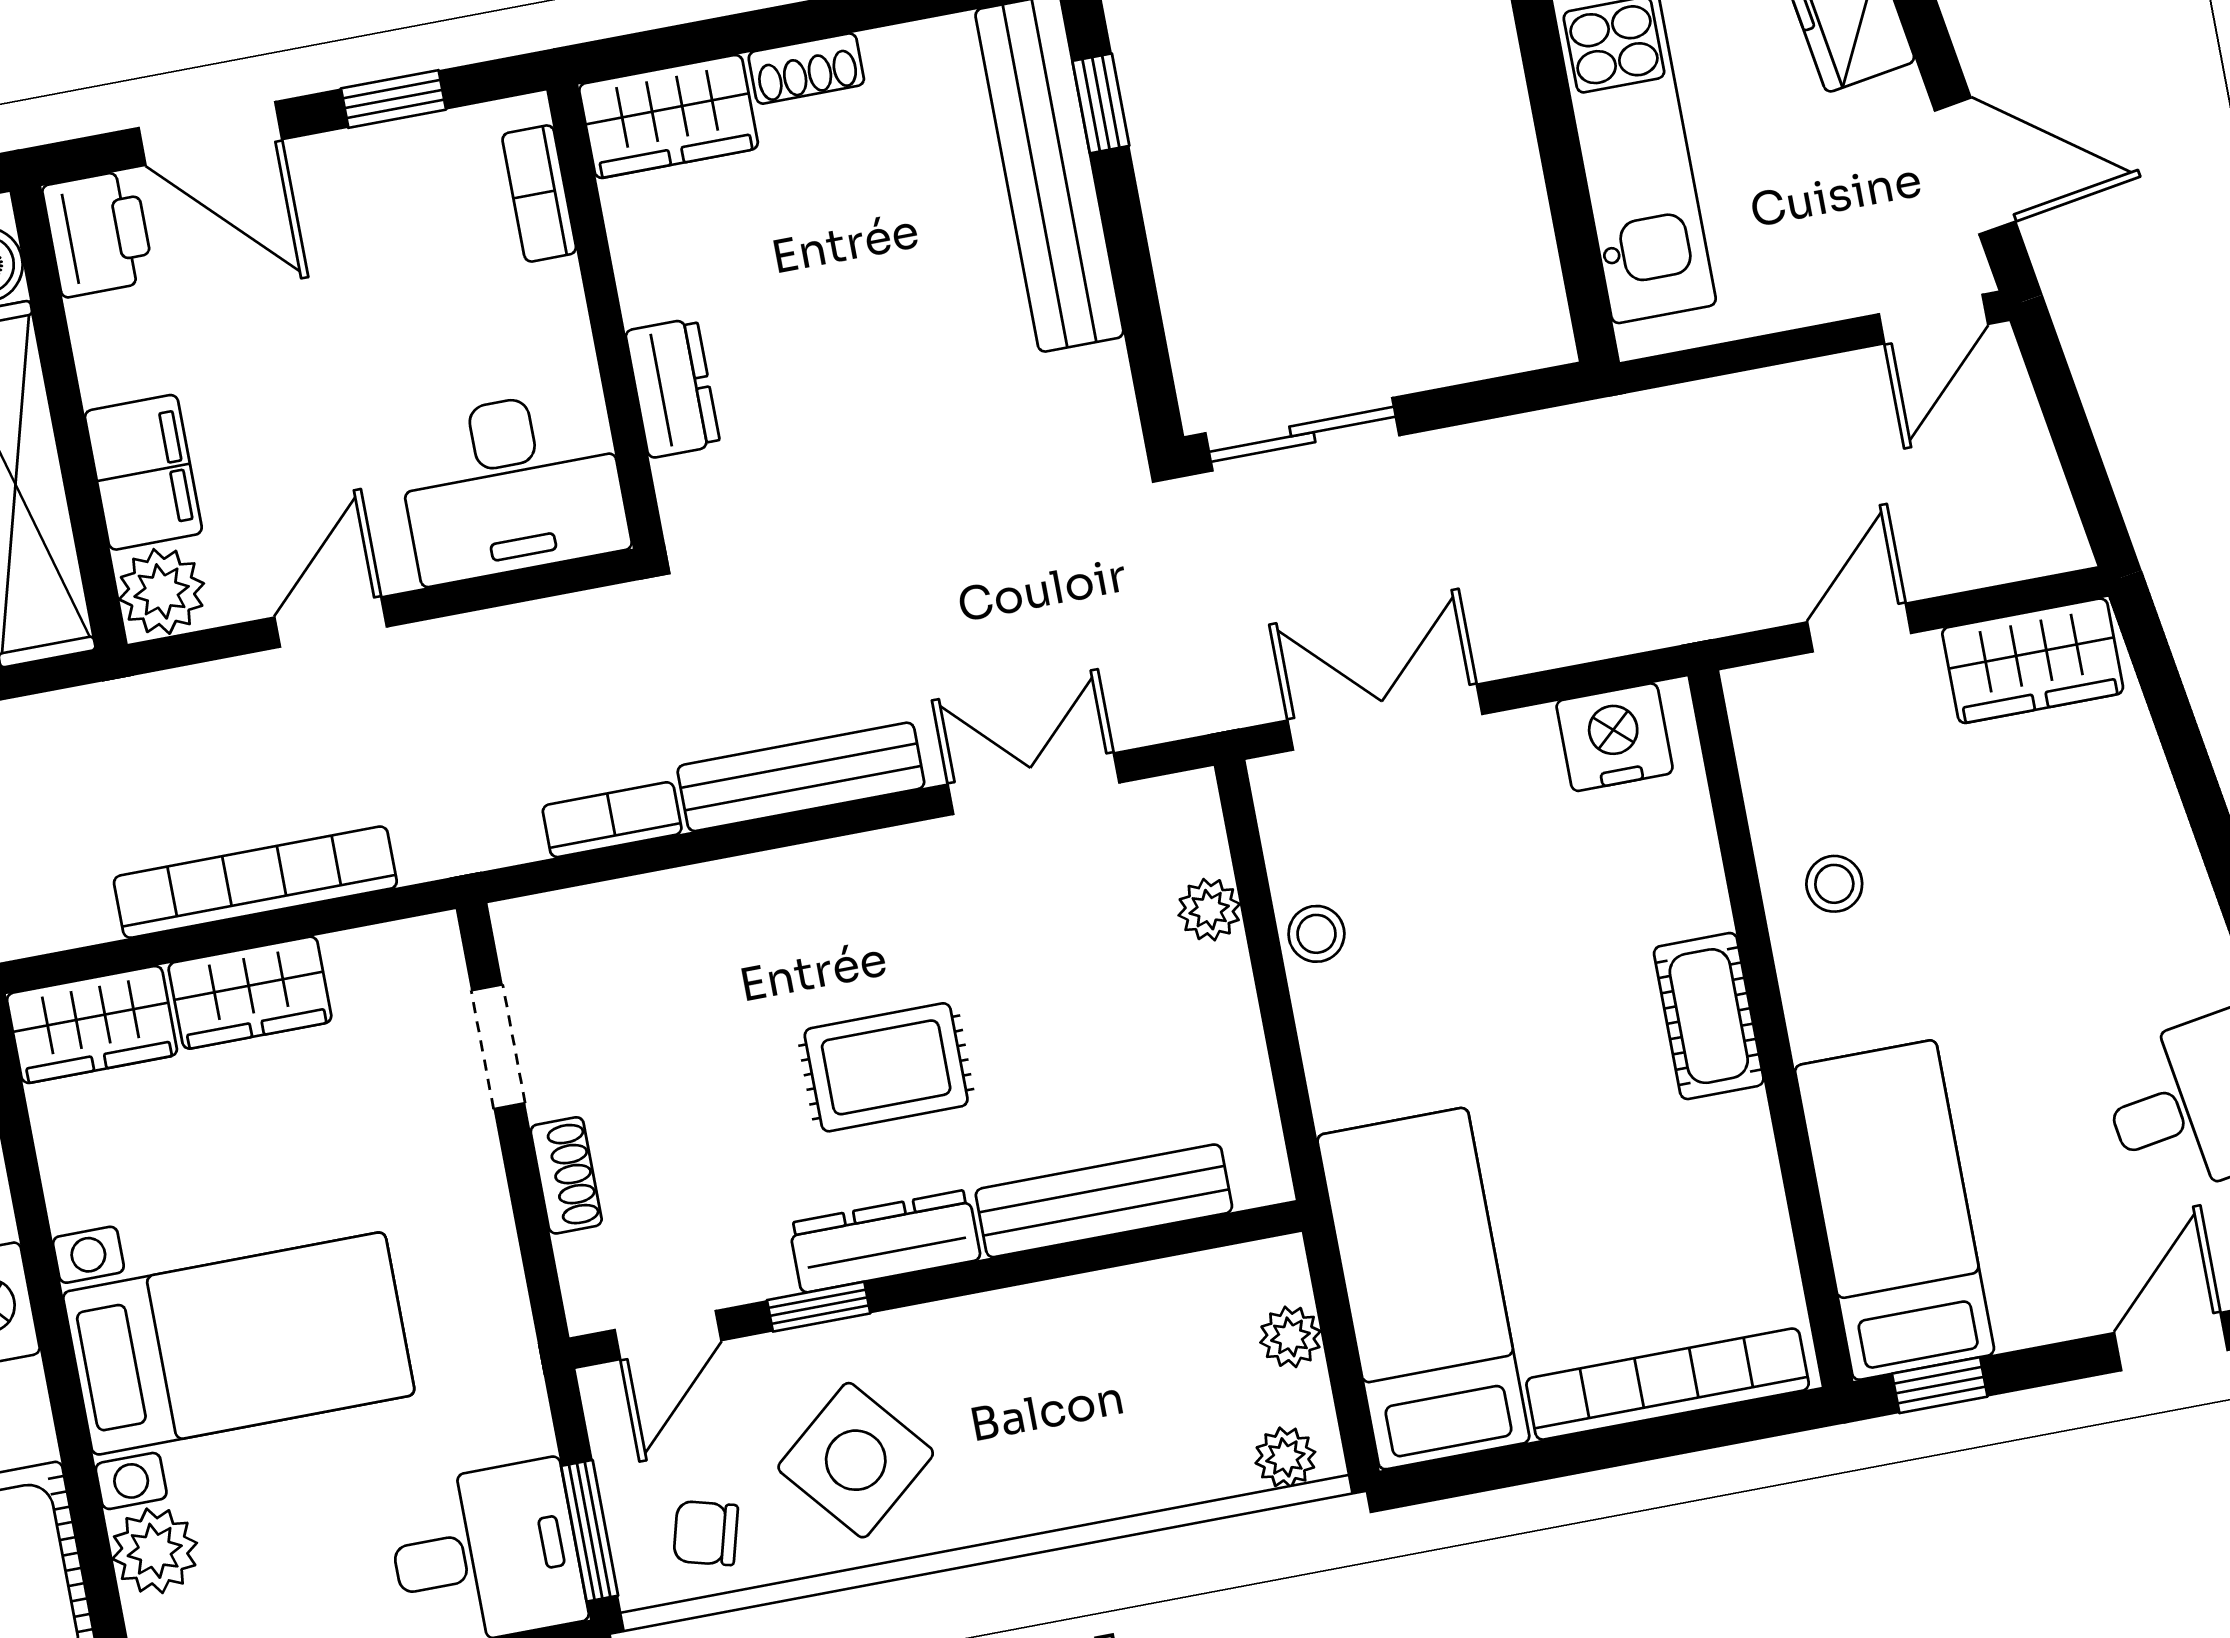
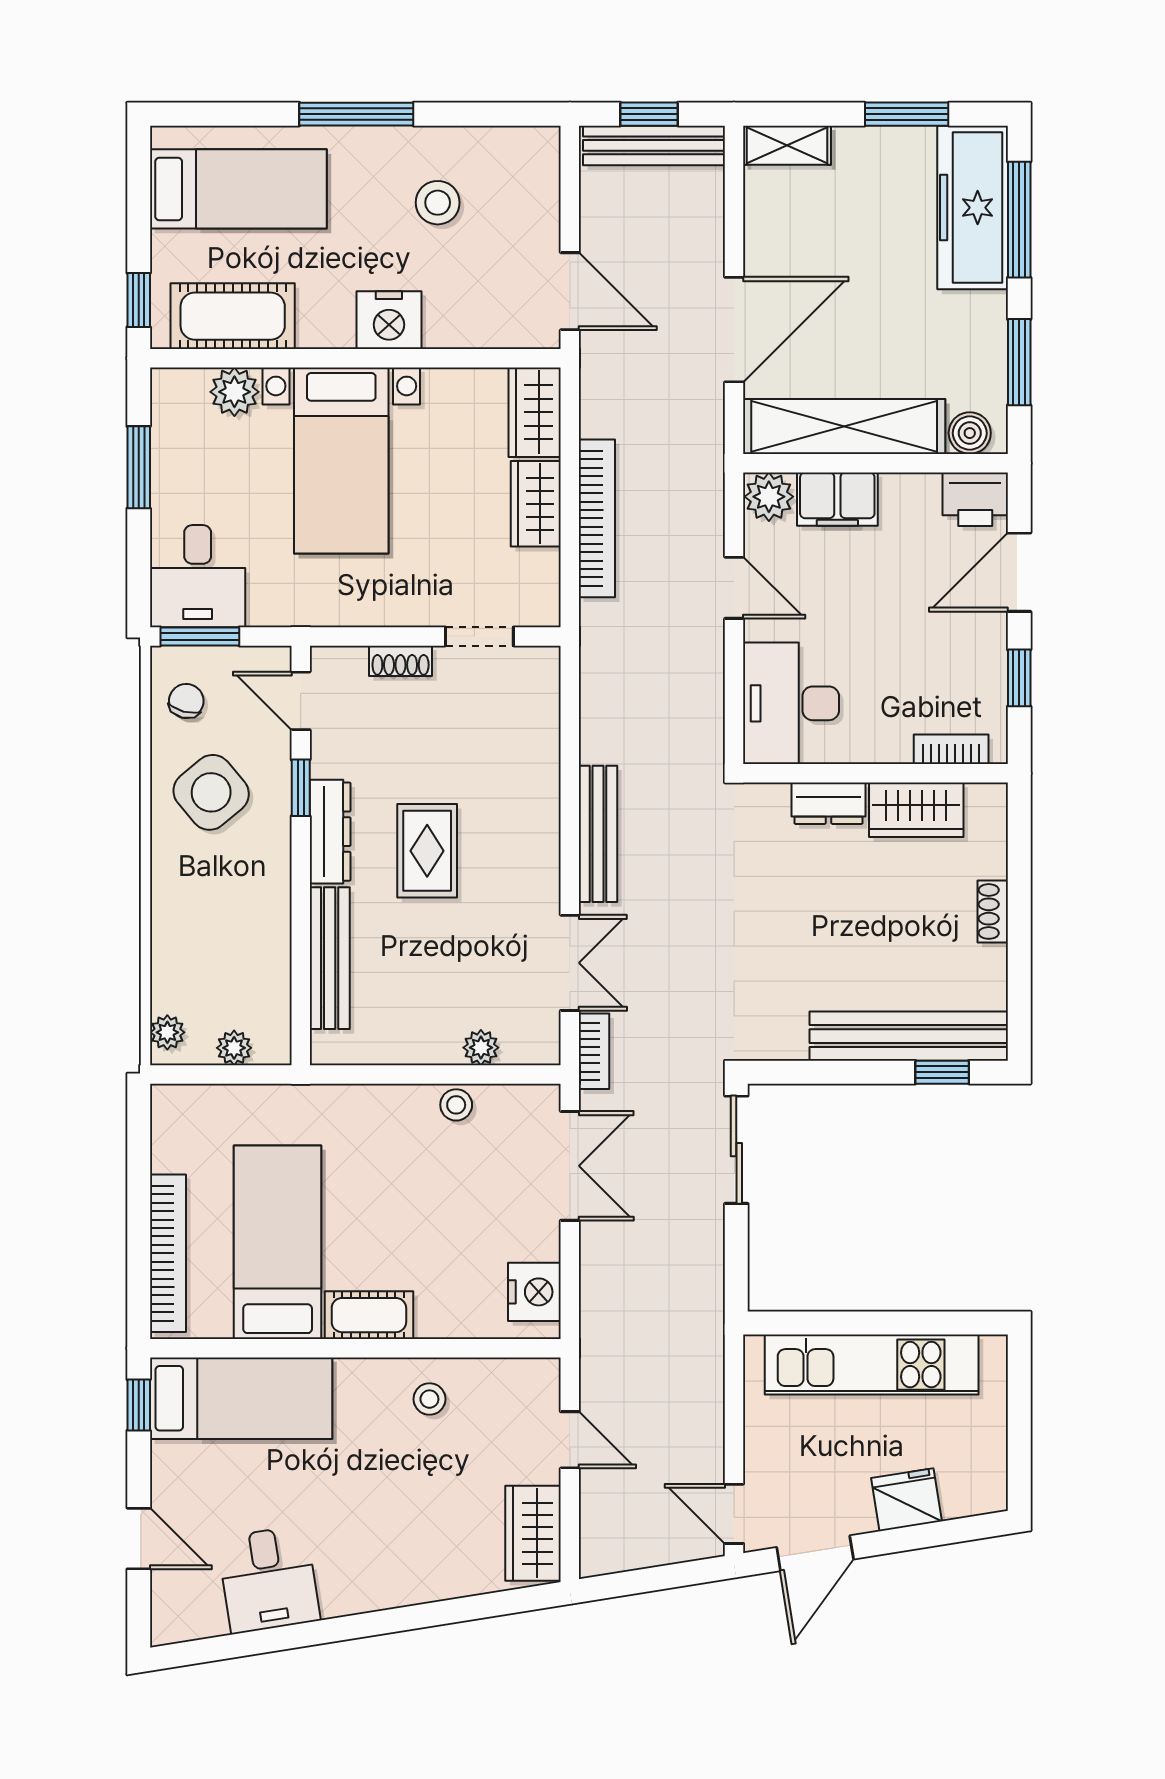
wardrobe: (669, 116) -> (916, 810), moved, turned -90
bookcase: (612, 820) -> (594, 1051), moved
bed: (1423, 1289) -> (278, 1242), moved, turned -90

